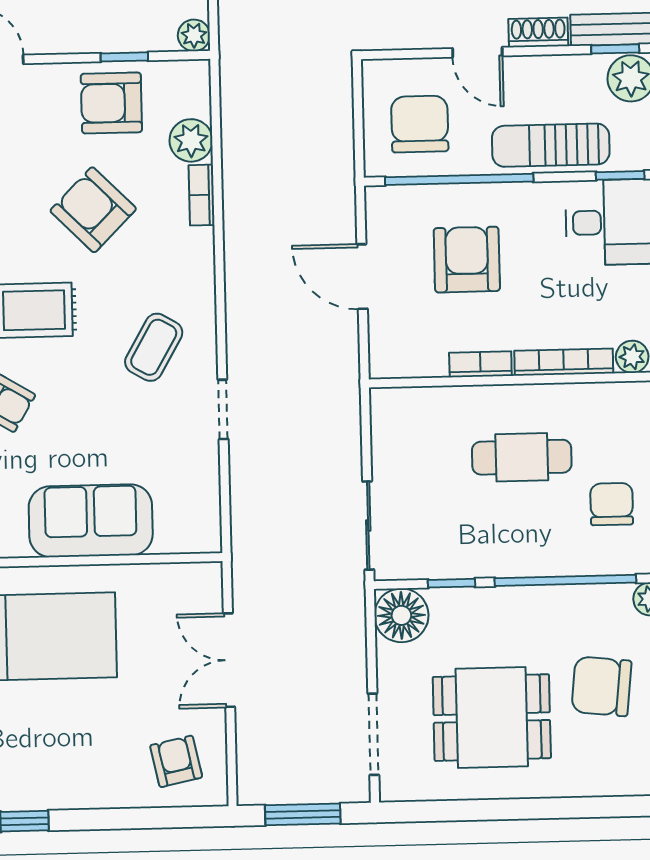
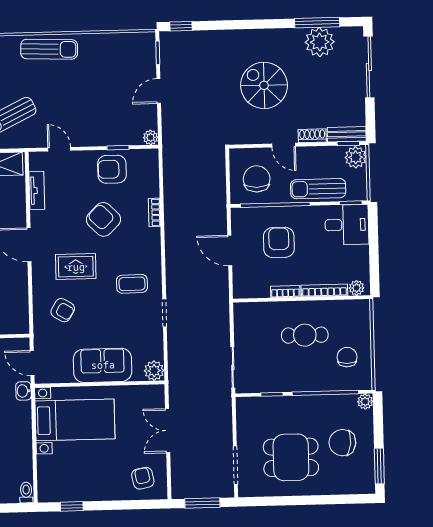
plant: (191, 140) -> (154, 371), moved
coffee table: (154, 347) -> (132, 284), turned 59
floor lamp: (401, 615) -> (248, 409), removed

